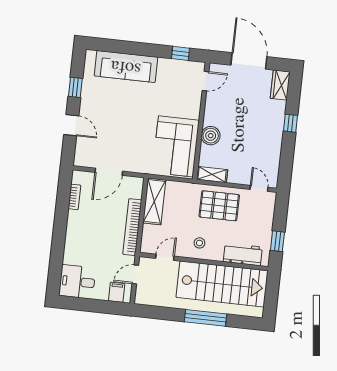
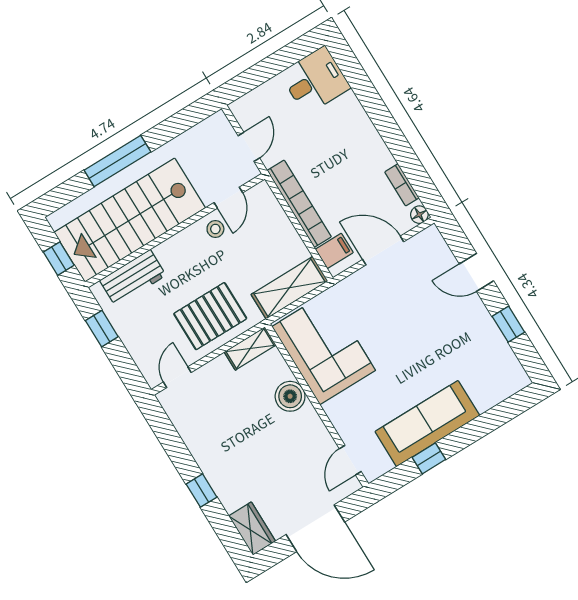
window: (180, 53) -> (429, 458), moved
sofa: (126, 67) -> (427, 424), moved
door: (109, 172) -> (383, 251), hinge flipped
floor lamp: (77, 176) -> (419, 215), added
door: (259, 188) -> (177, 377), swing flipped
shelving: (154, 201) -> (289, 288), moved, turned 90
stool: (199, 243) -> (215, 229), moved
filing cabinet: (117, 292) -> (334, 251), moved, turned -90
window: (272, 292) -> (59, 259), added

